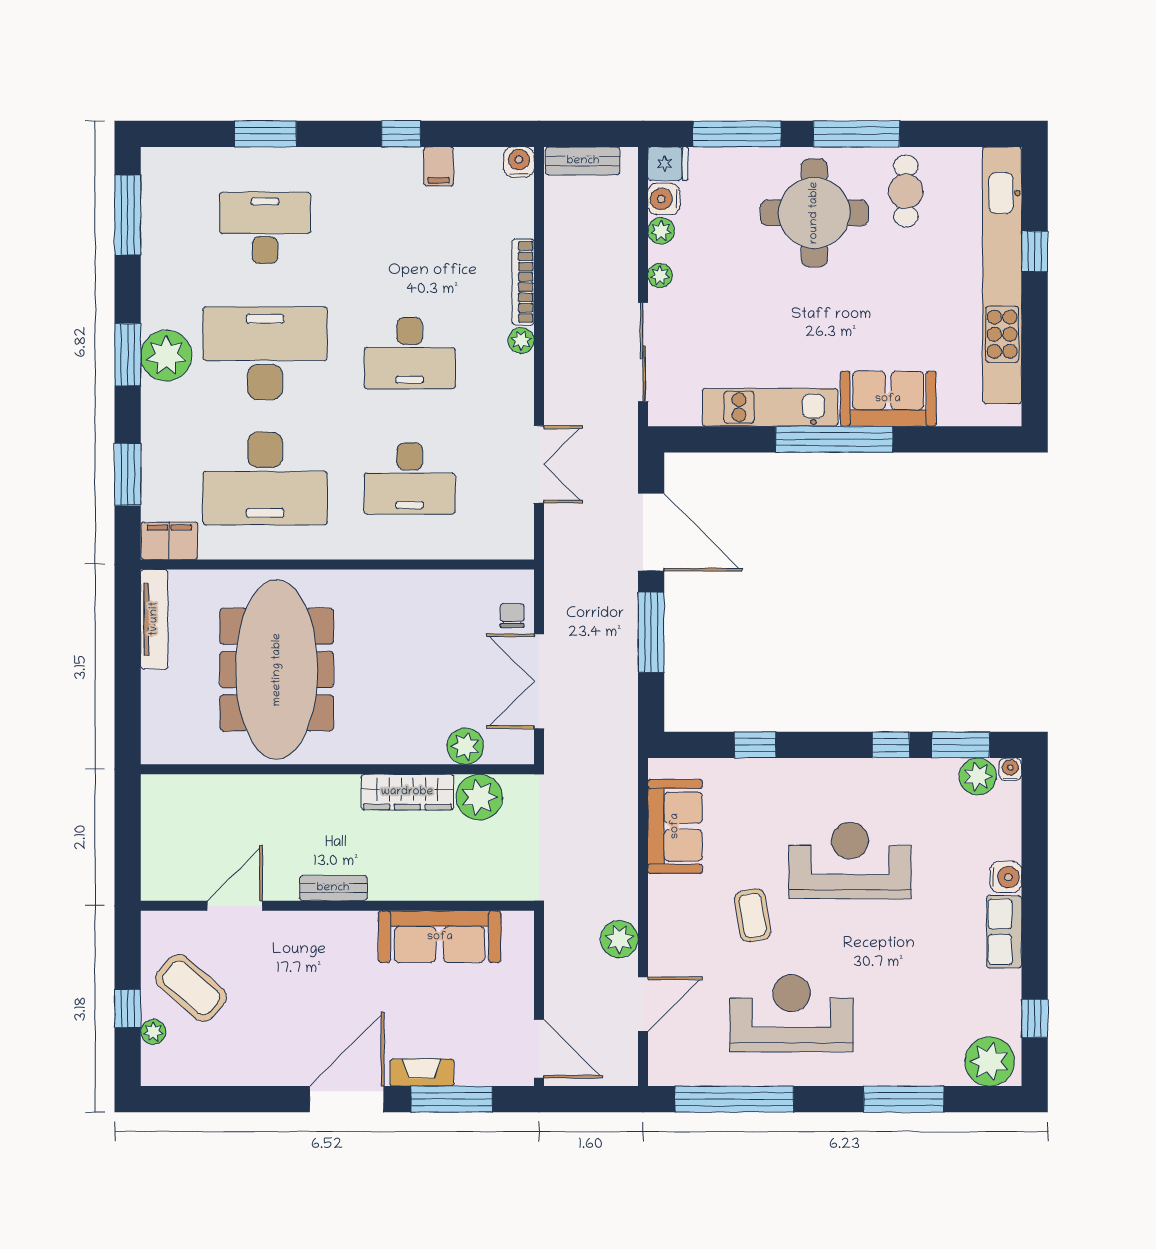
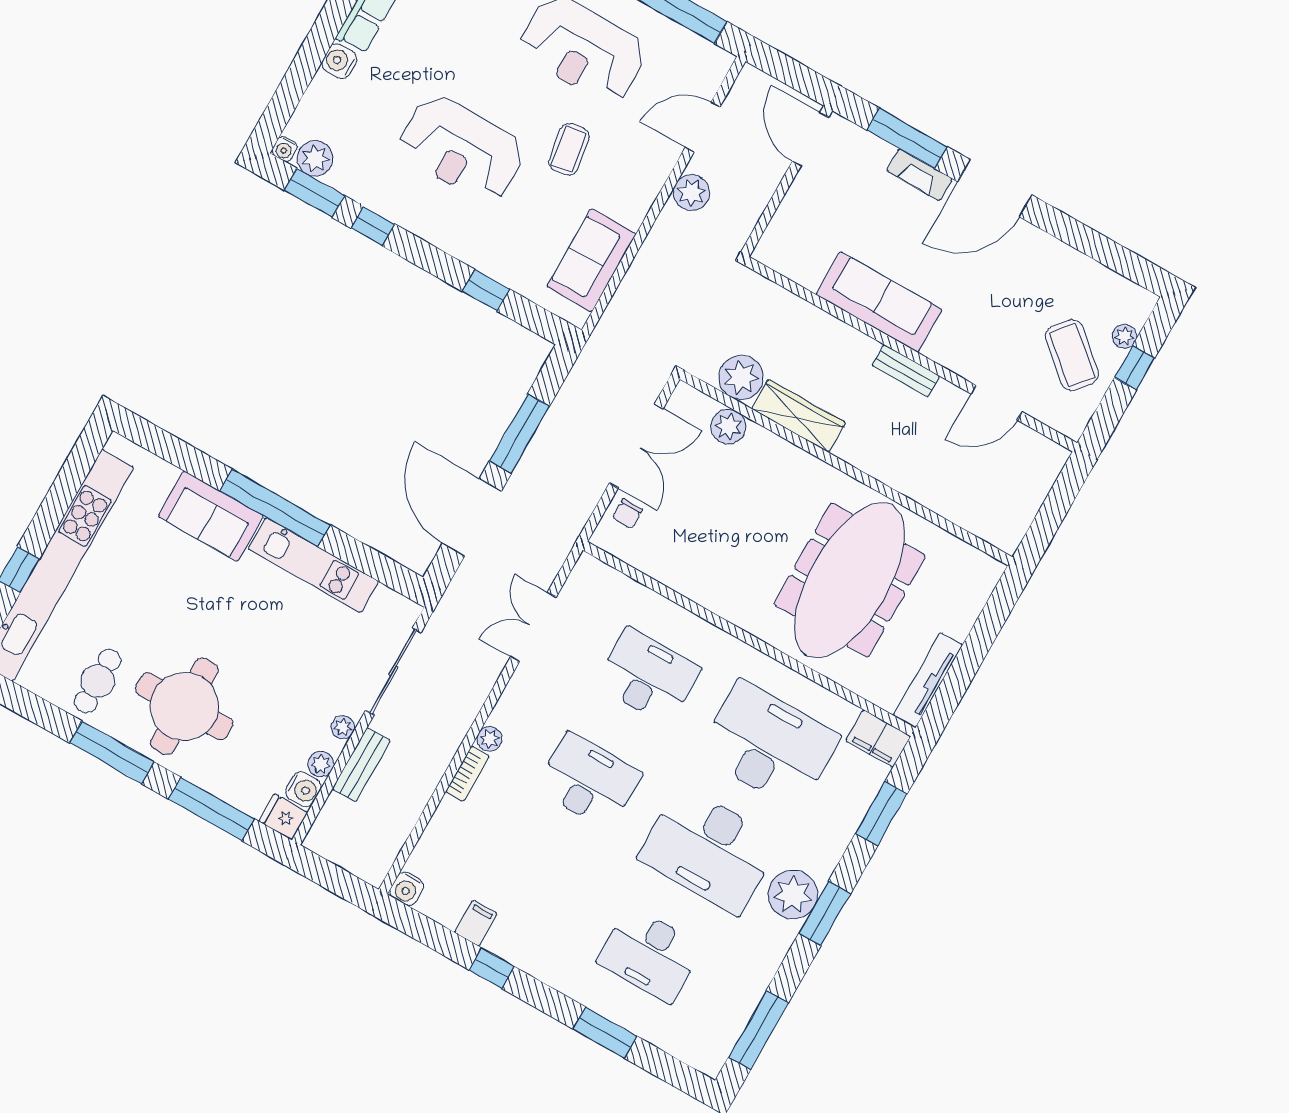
bench: (583, 161) -> (361, 765), moved, turned 90
bookcase: (523, 282) -> (467, 774), width x0.64
sofa: (440, 937) -> (879, 302), moved

